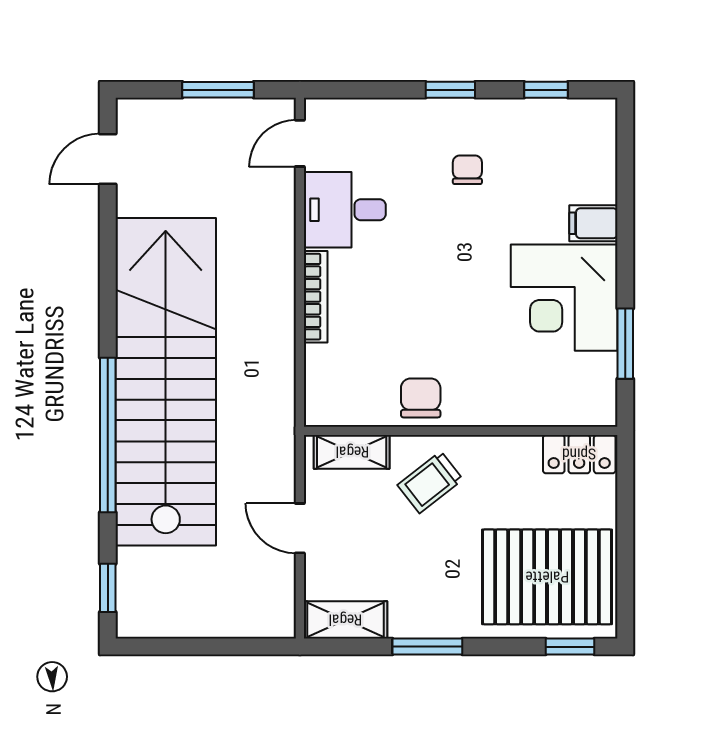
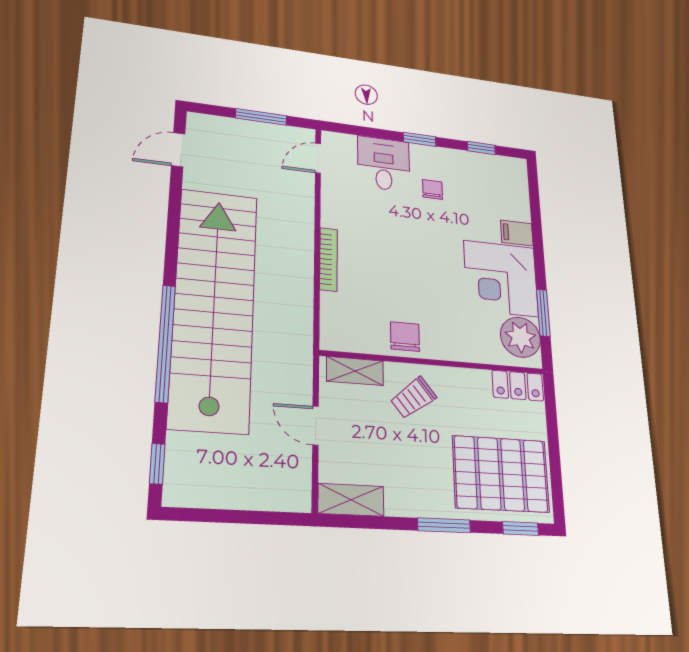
desk: (345, 210) -> (384, 164), moved, turned 90
plant: (588, 383) -> (520, 337), added
window: (427, 647) -> (444, 525), moved

